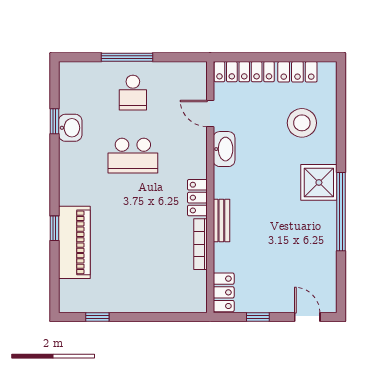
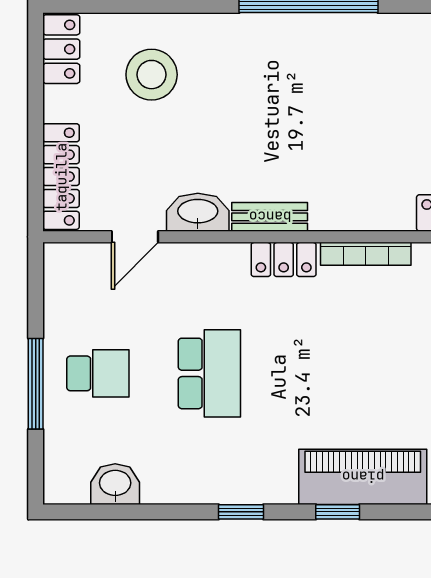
locker: (297, 72) -> (61, 49), moved
window: (55, 121) -> (241, 512), moved
washbasin: (70, 128) -> (115, 484), moved
shower: (319, 182) -> (257, 45), removed
bench: (221, 221) -> (270, 217), moved

